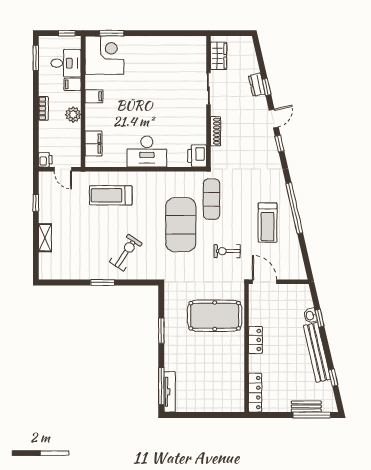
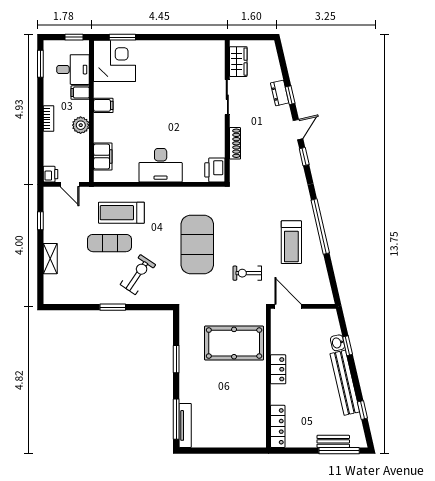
exercise mat: (211, 199) -> (110, 243), moved, turned 90

